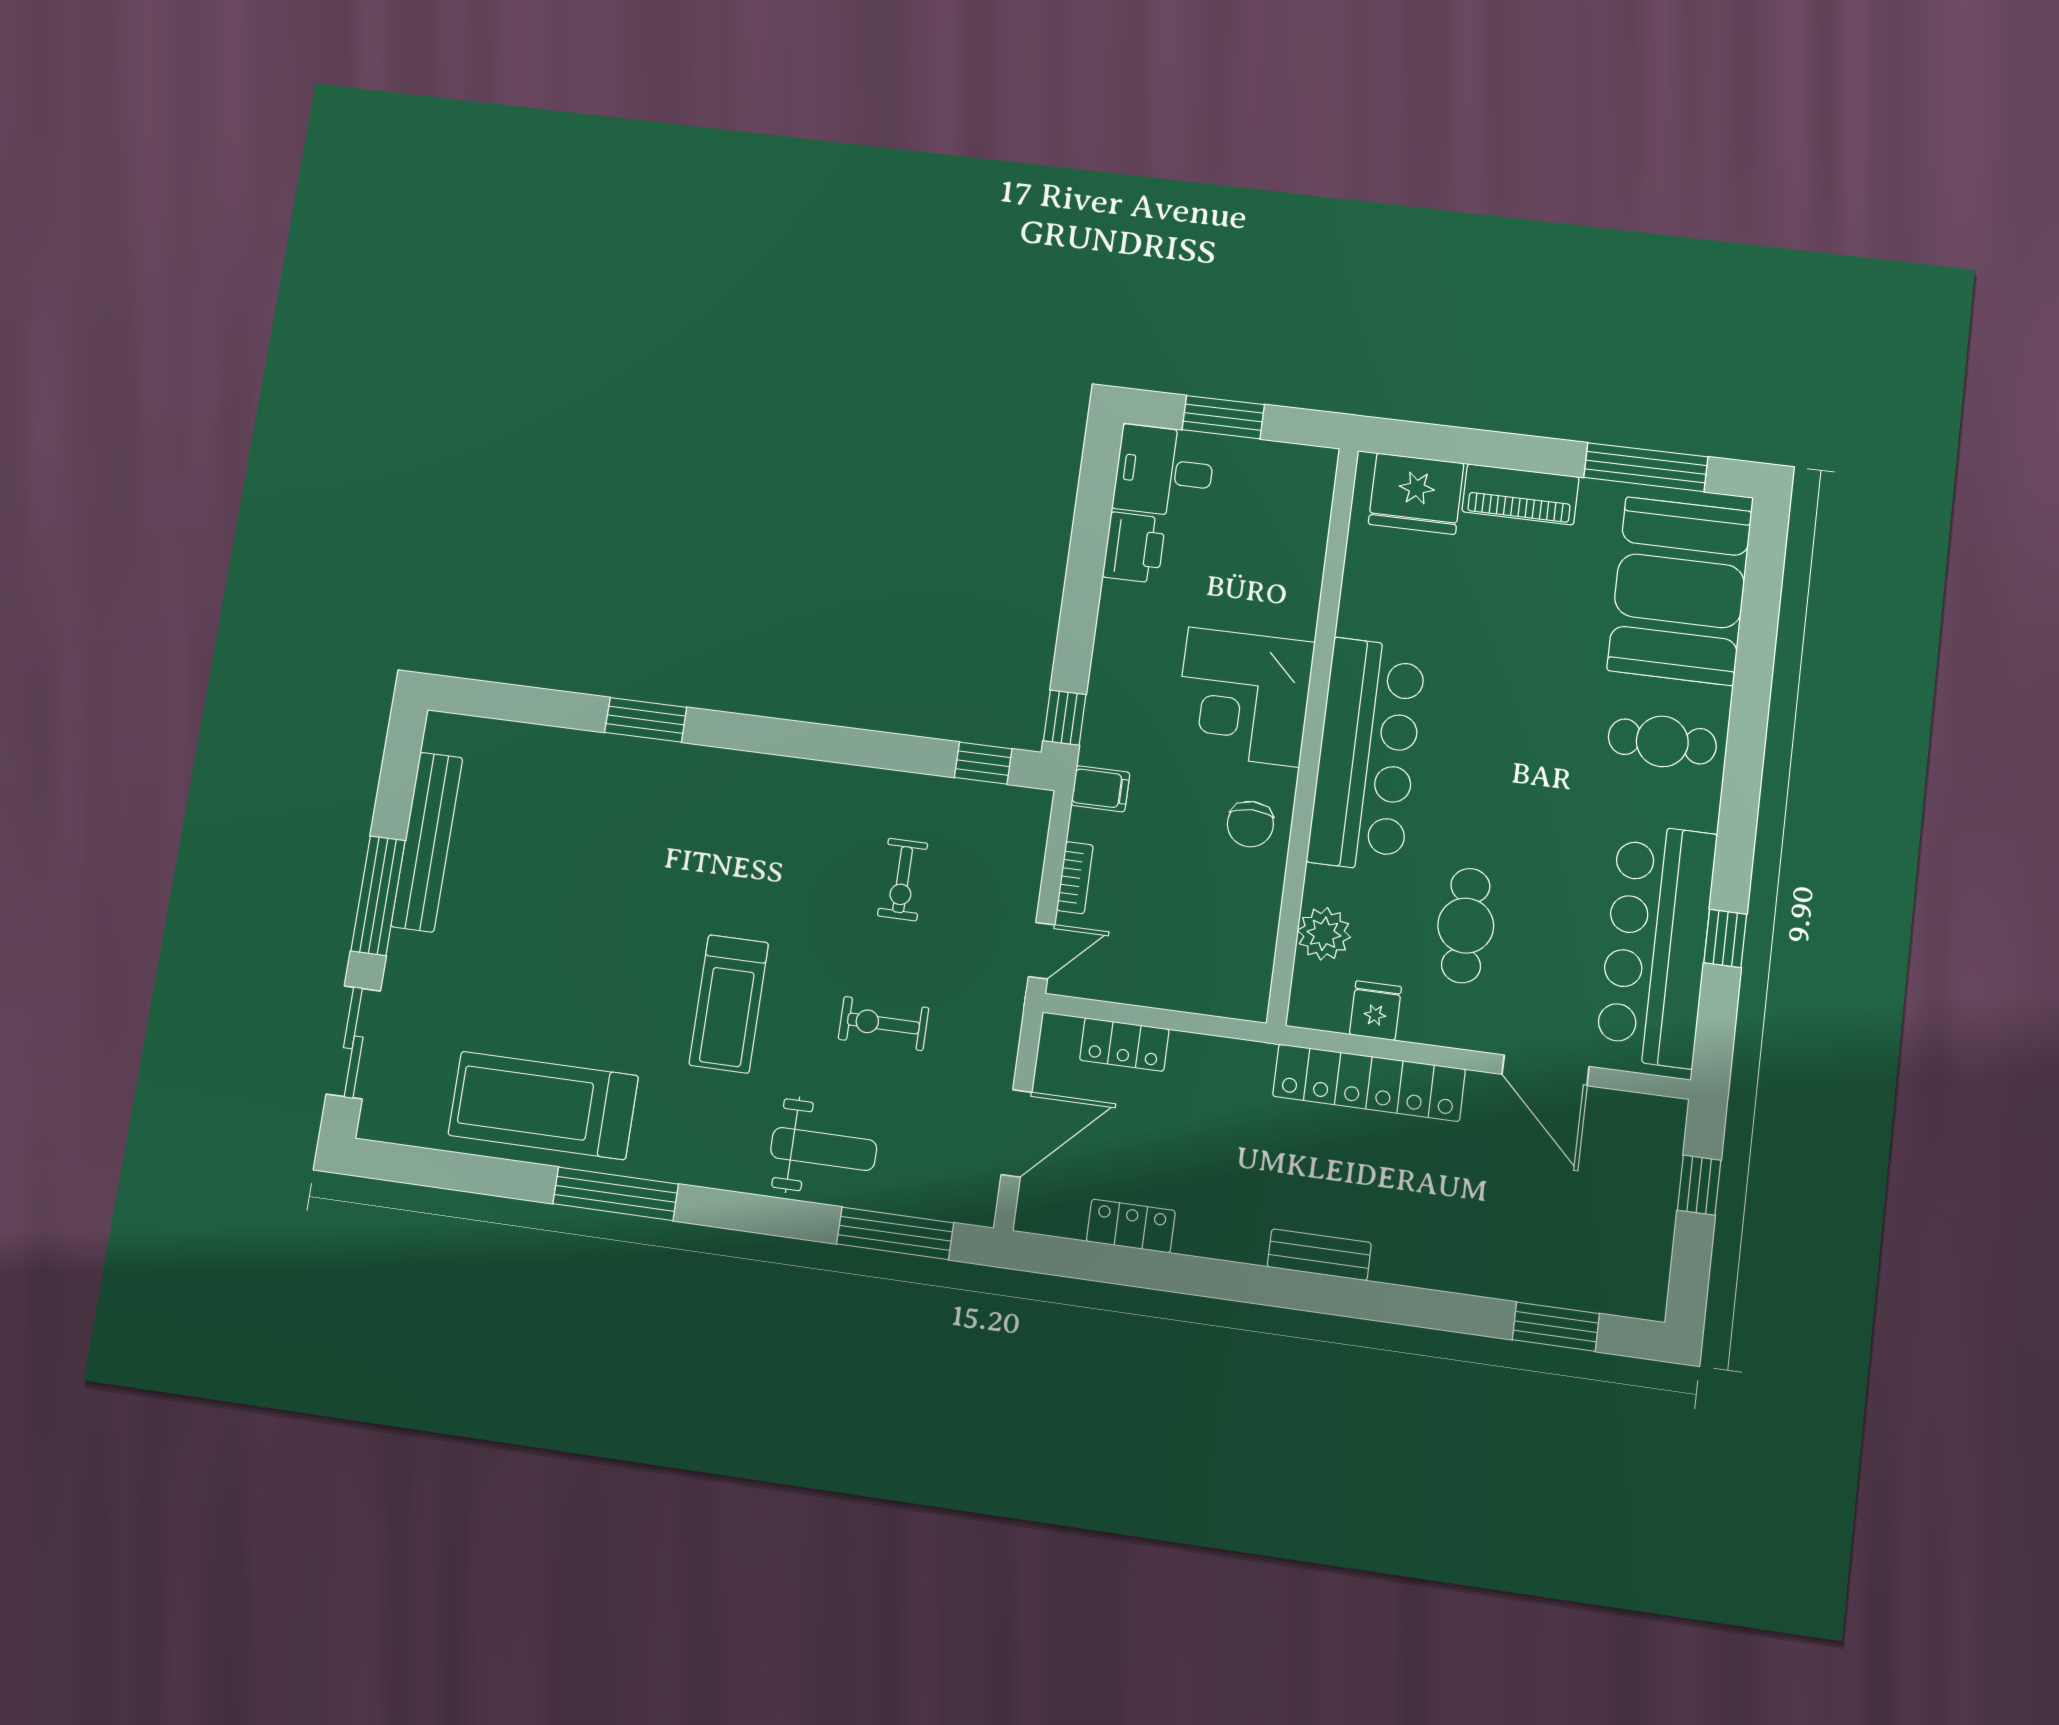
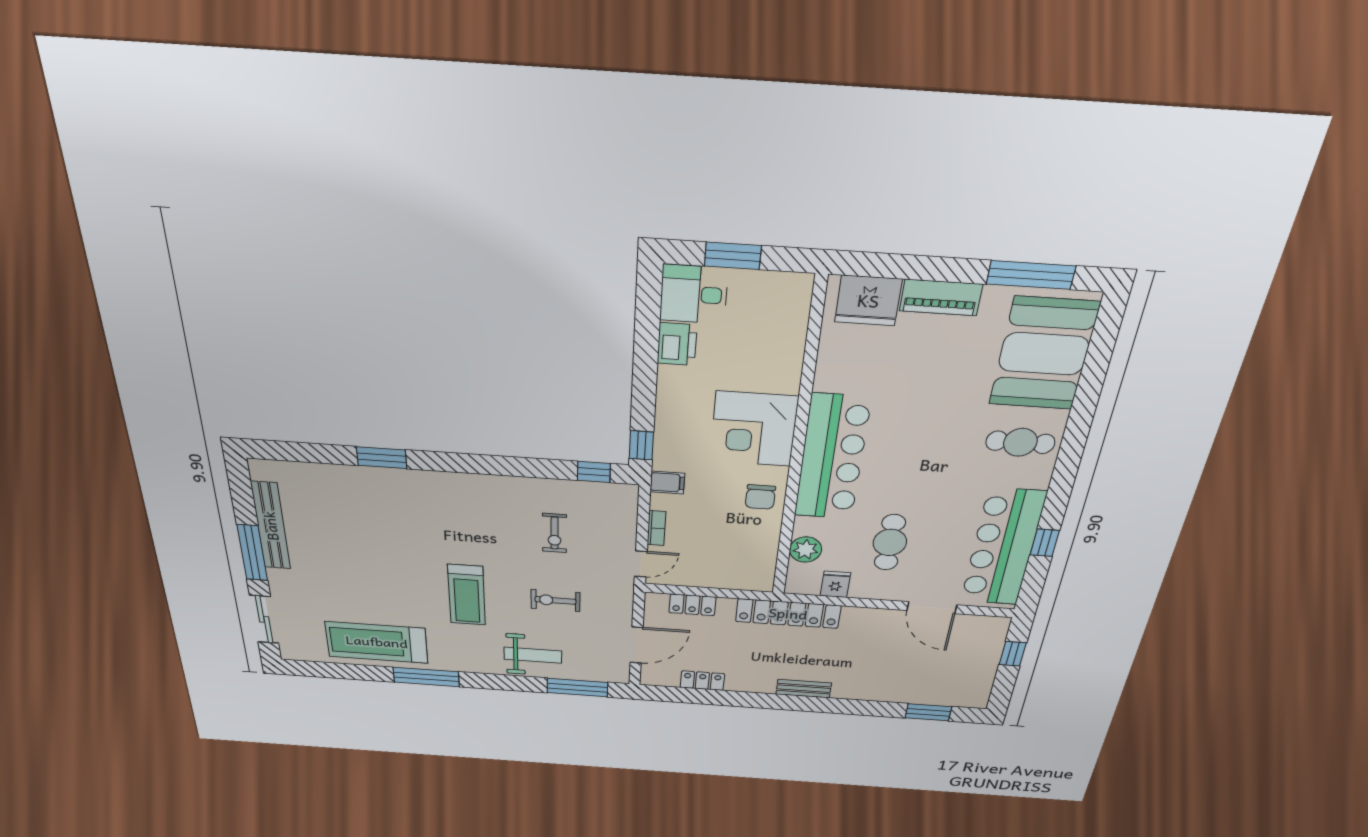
locker: (1369, 1083) -> (788, 614), moved

